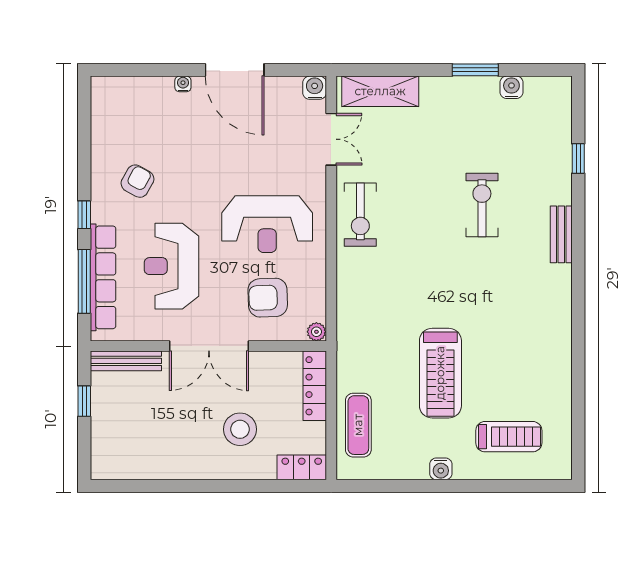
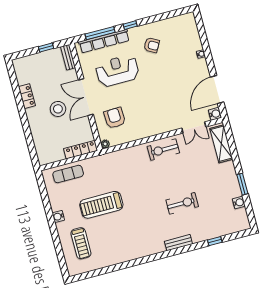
door: (235, 70) -> (217, 90), moved
reception desk: (267, 224) -> (148, 109), removed
bench: (126, 361) -> (68, 57), width x0.73
stool: (240, 429) -> (58, 109), moved
locker: (302, 467) -> (27, 96), moved

